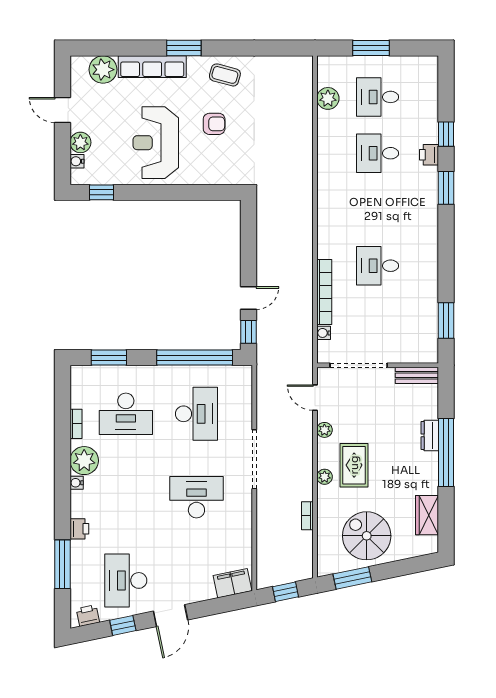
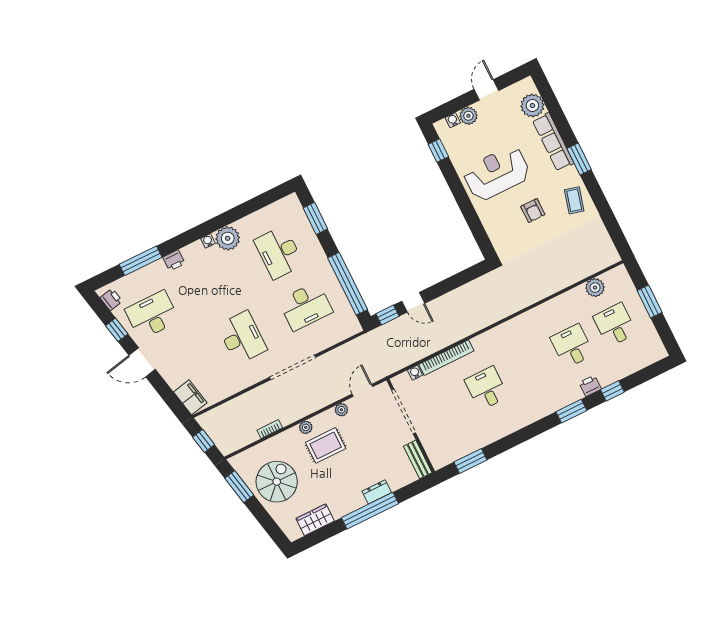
bookcase: (76, 424) -> (253, 218), removed

